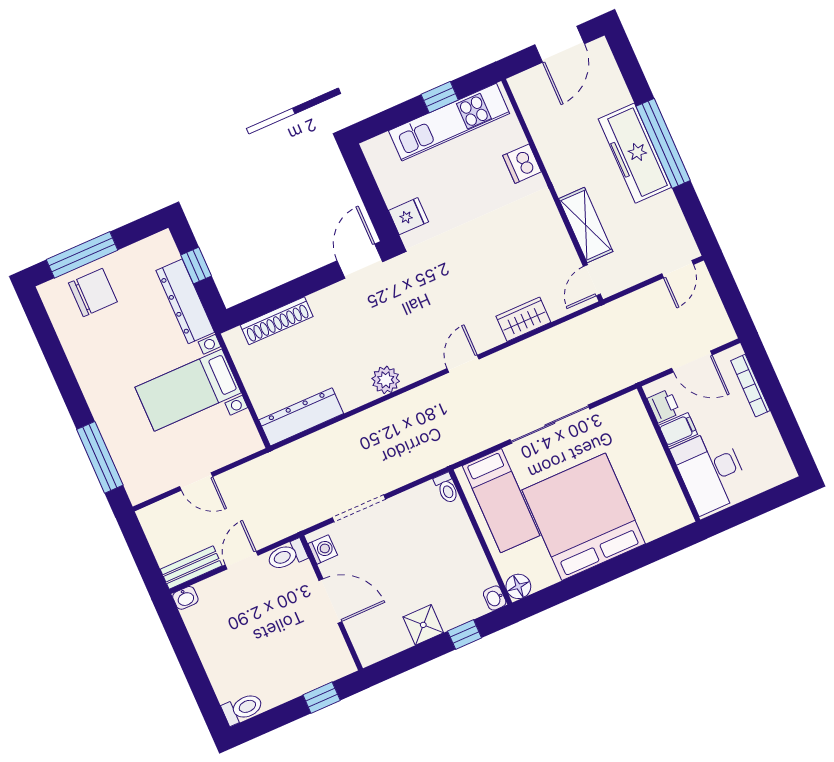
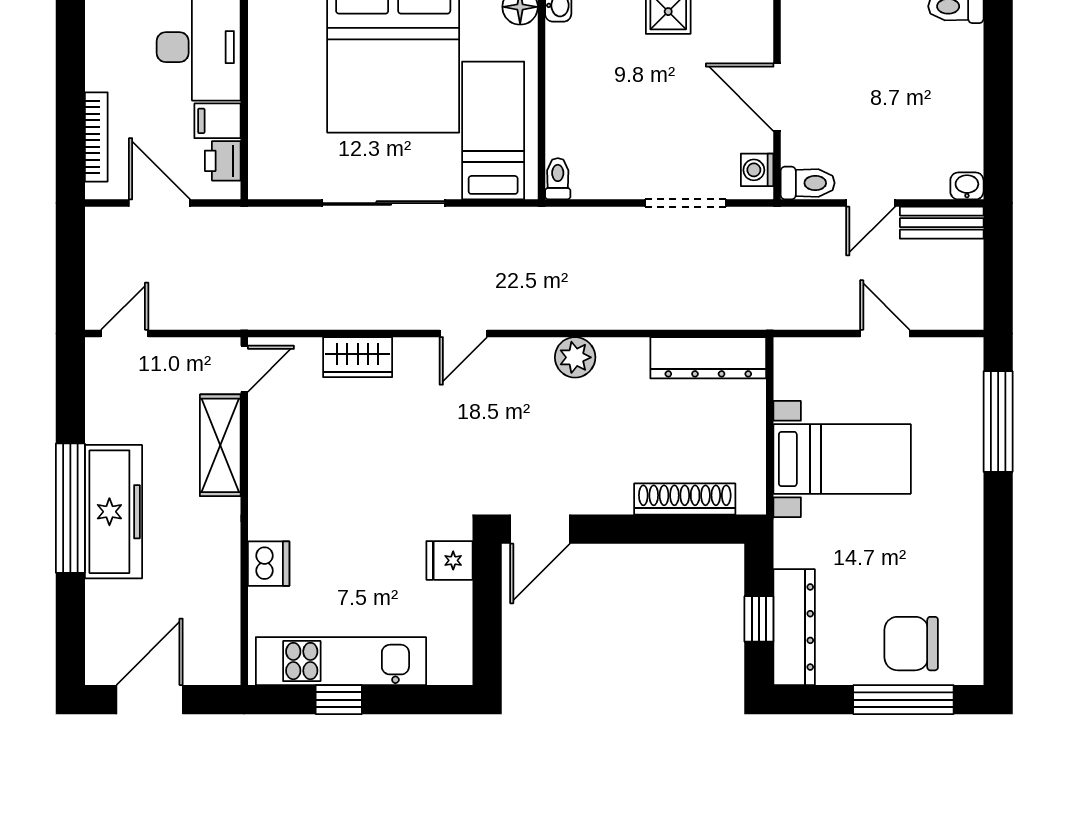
dresser: (185, 301) -> (794, 627), moved

